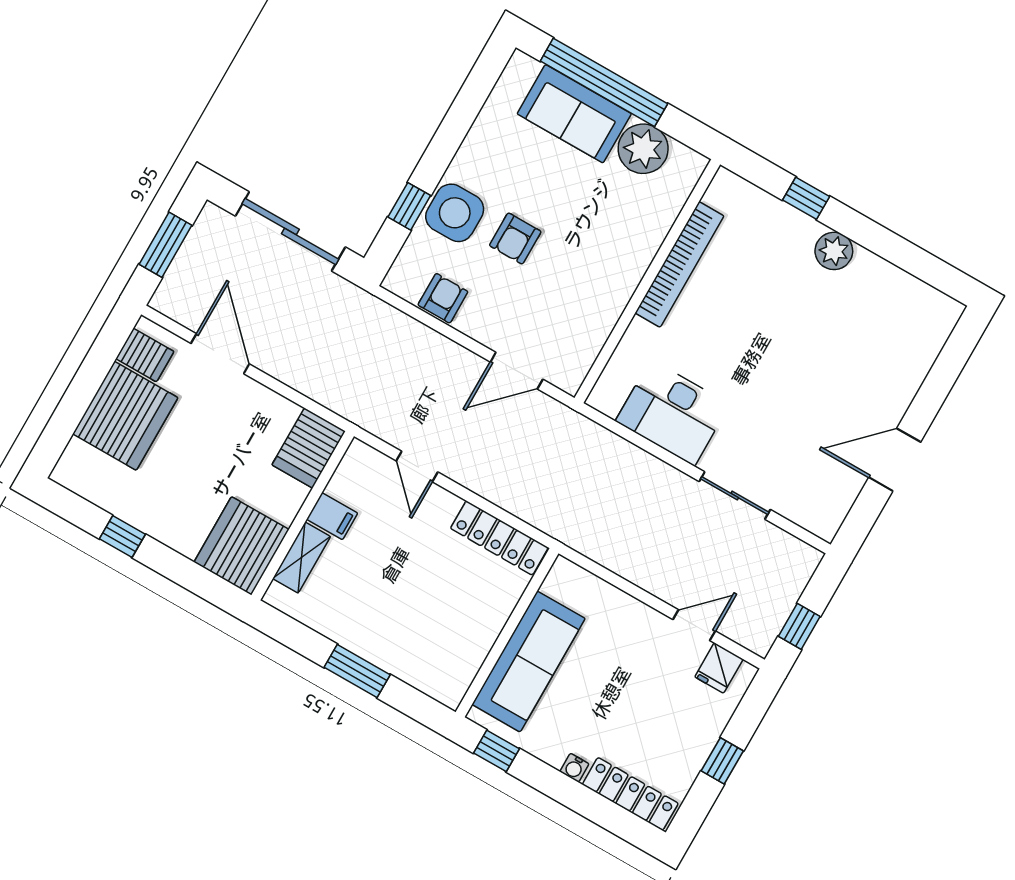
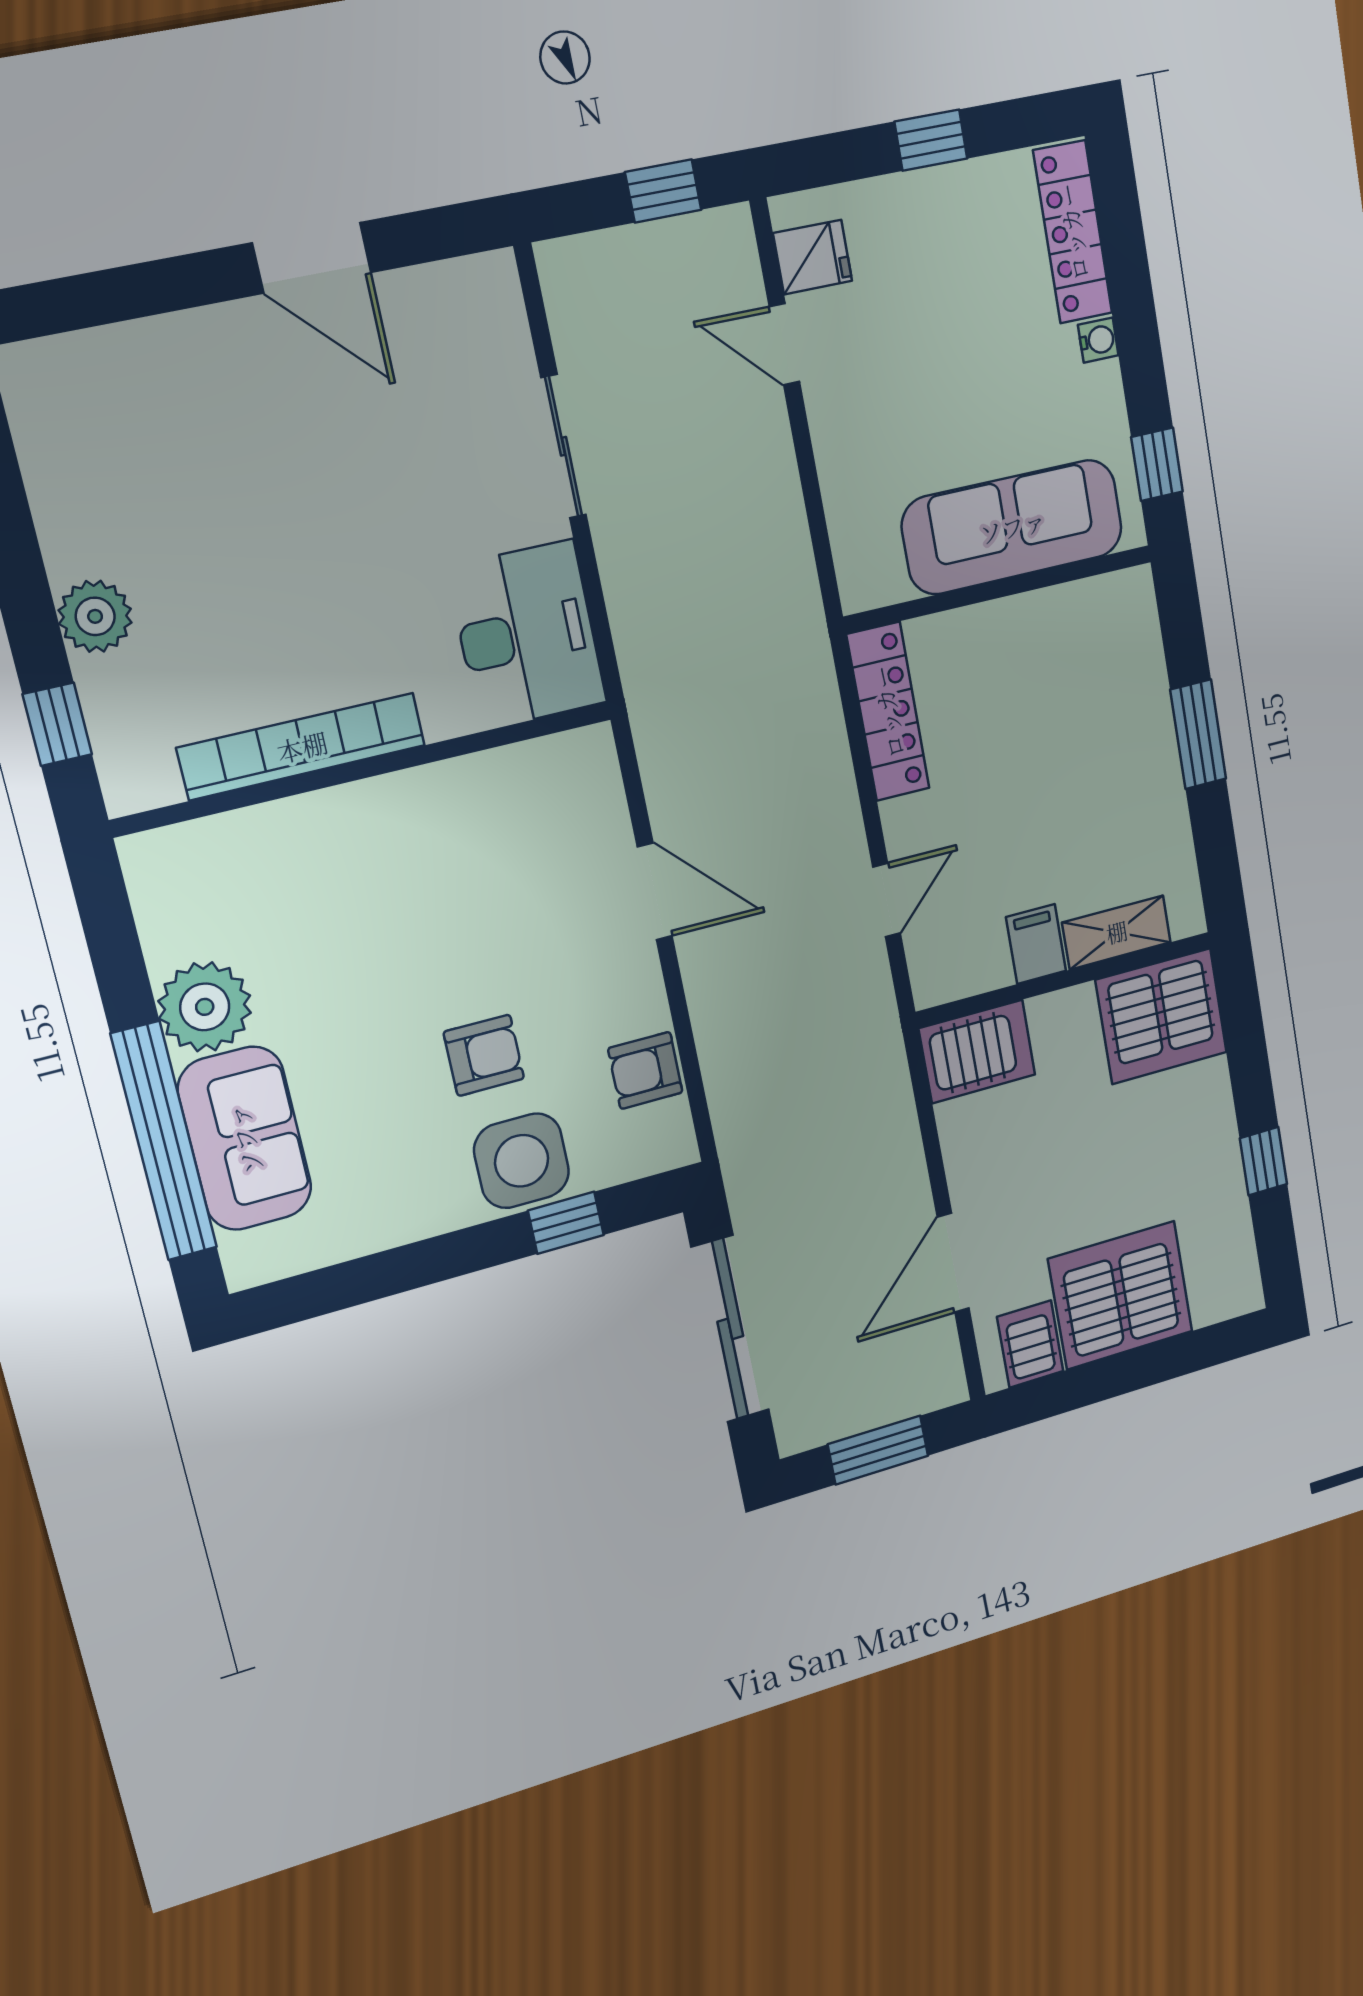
bookcase: (679, 264) -> (302, 747), moved
wall: (647, 281) -> (365, 769), moved

